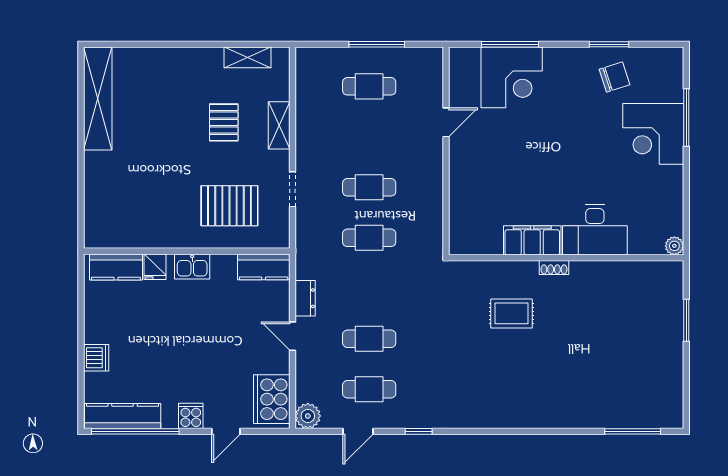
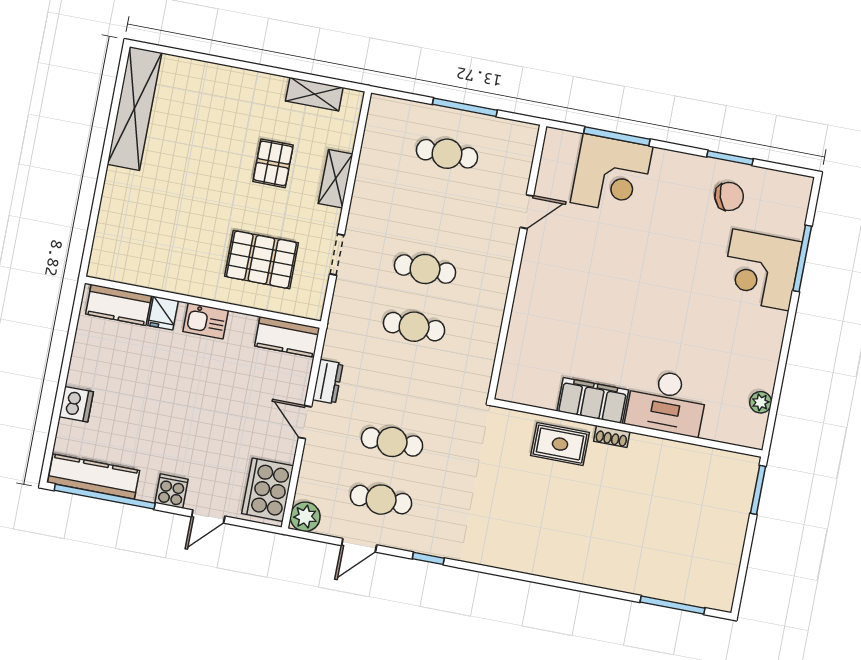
desk: (595, 230) -> (667, 402), moved
filing cabinet: (532, 240) -> (593, 401), moved
wall: (566, 258) -> (628, 428), moved
shoe rack: (554, 268) -> (612, 436), moved

